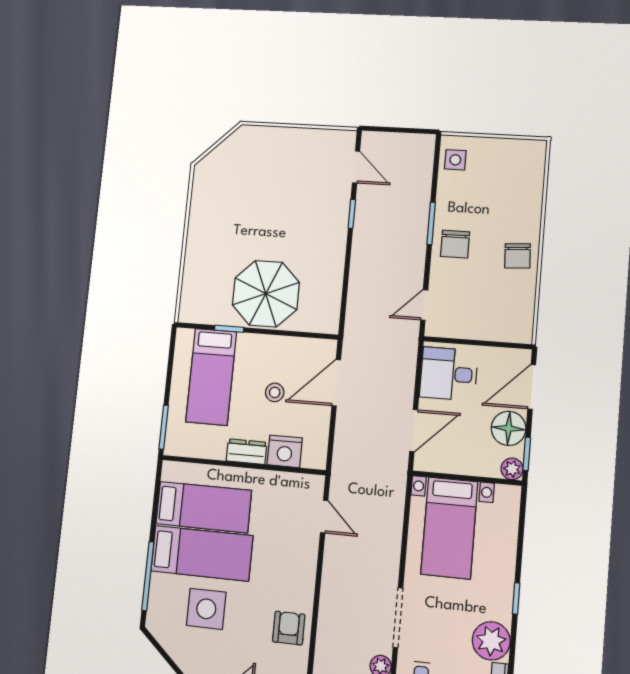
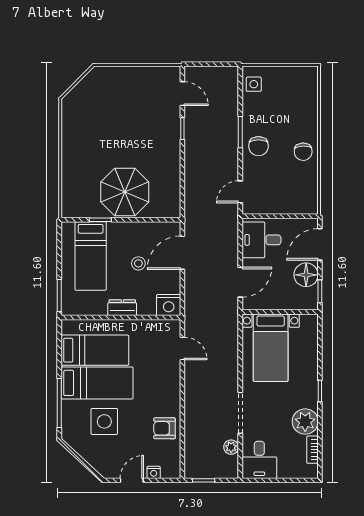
nightstand: (285, 451) -> (169, 305), moved
plant: (512, 469) -> (311, 303), removed
armchair: (289, 628) -> (165, 428), turned -90

